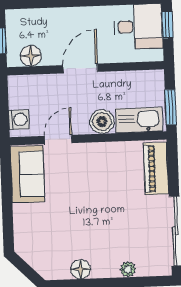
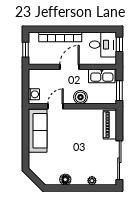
bookcase: (62, 16) -> (60, 37), added
floor lamp: (31, 56) -> (42, 59), removed
kitchen sink: (139, 120) -> (102, 76), moved, turned 180
sofa: (28, 174) -> (38, 131), width x1.36

